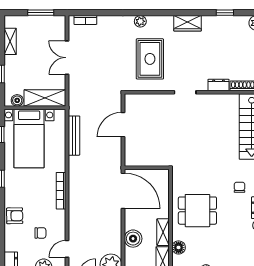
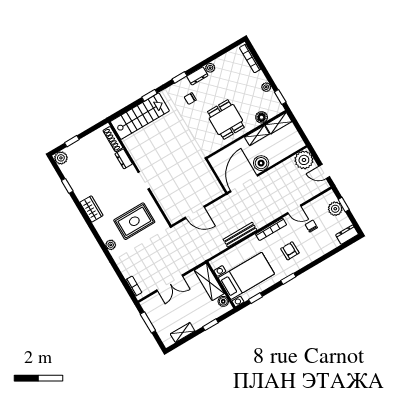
bench: (74, 136) -> (240, 235), moved
armchair: (15, 216) -> (290, 251), moved
boiler: (133, 239) -> (261, 163), moved
door: (67, 249) -> (294, 209), moved

